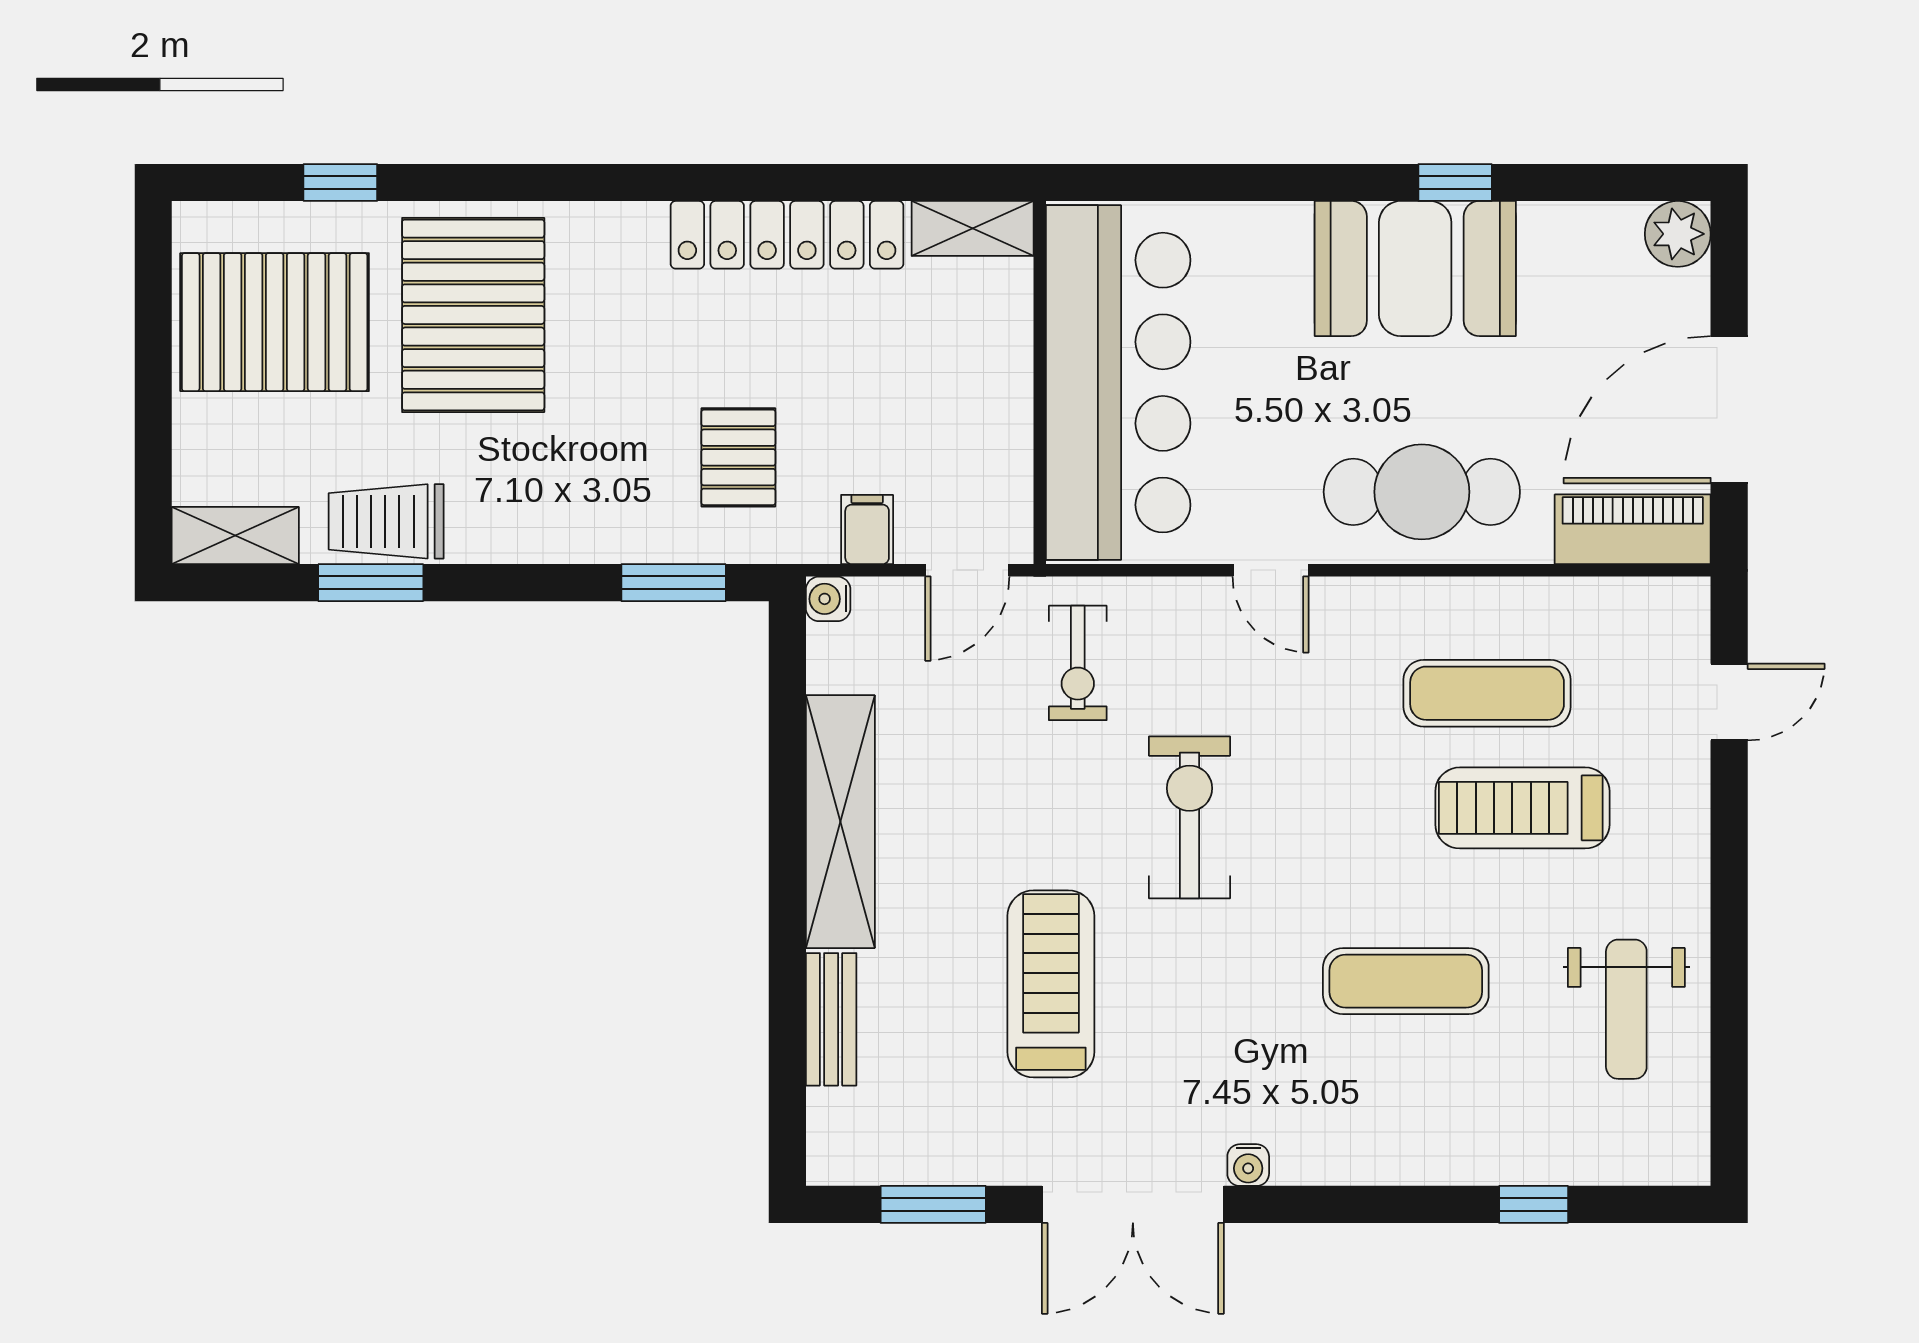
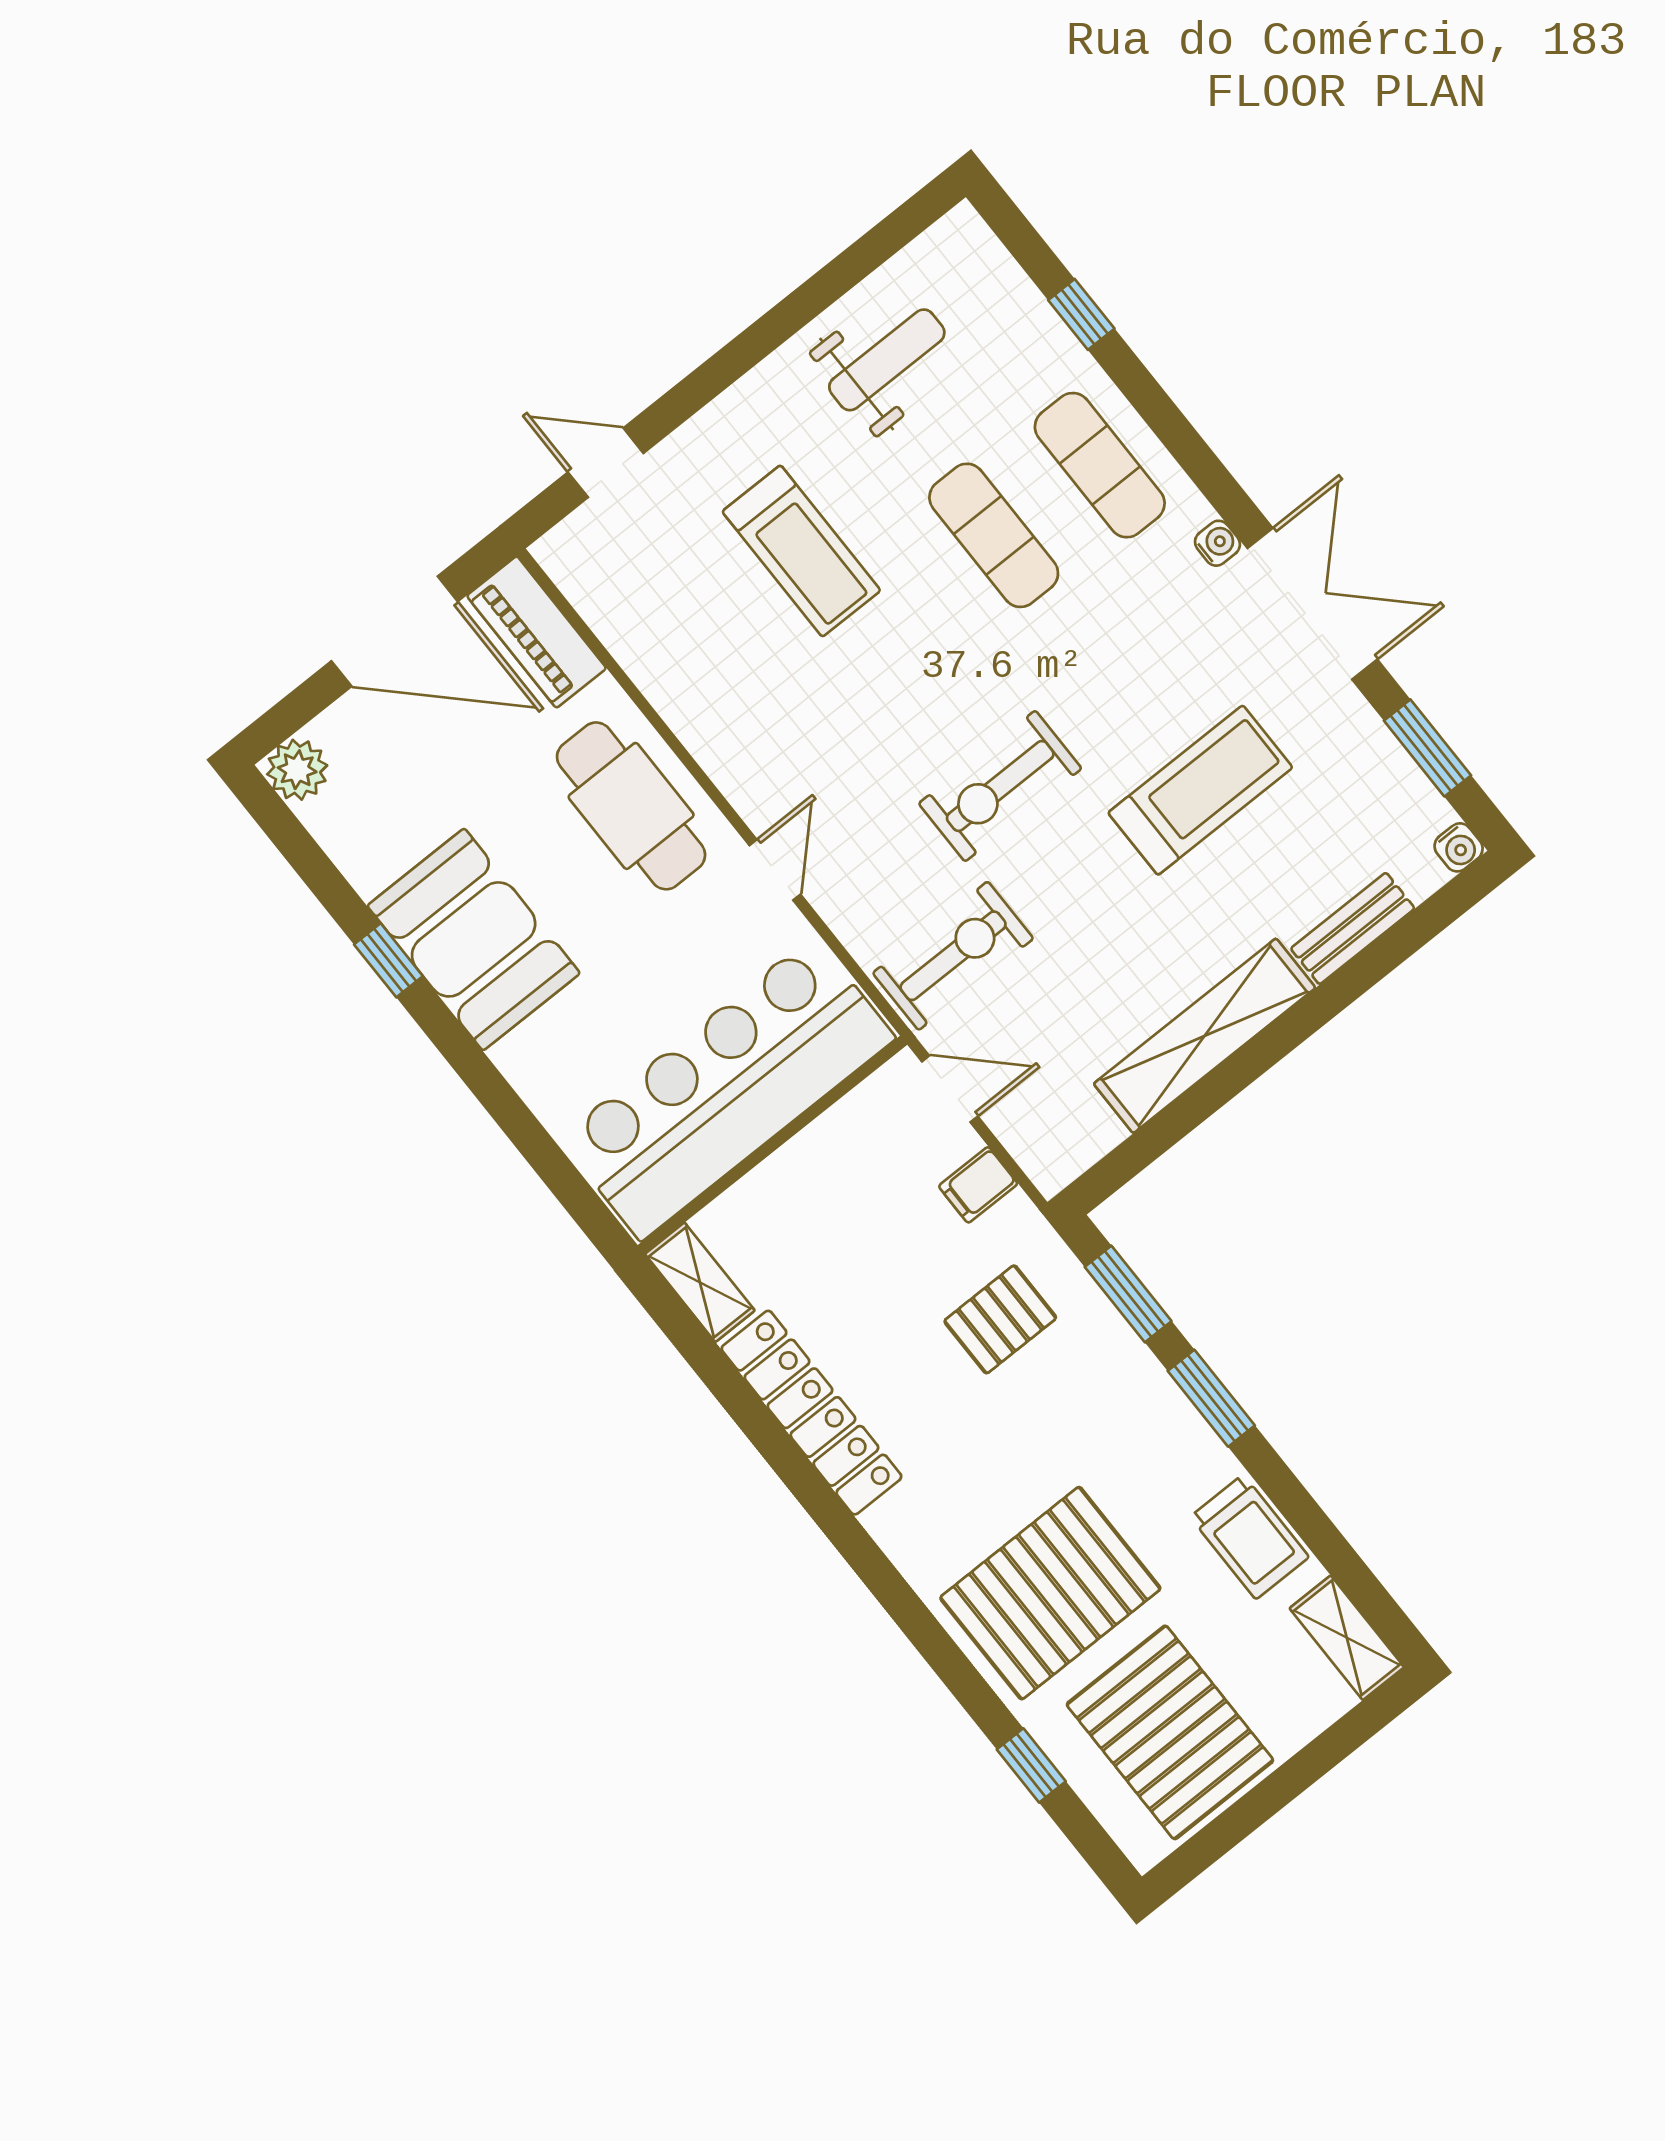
window: (371, 583) -> (1211, 1398), moved
water cooler: (828, 599) -> (1459, 847), moved
exercise bike: (1078, 663) -> (953, 956), width x1.38, depth x1.39
exercise mat: (1487, 693) -> (1100, 465), moved
treadmill: (1051, 984) -> (1200, 790), turned 180

